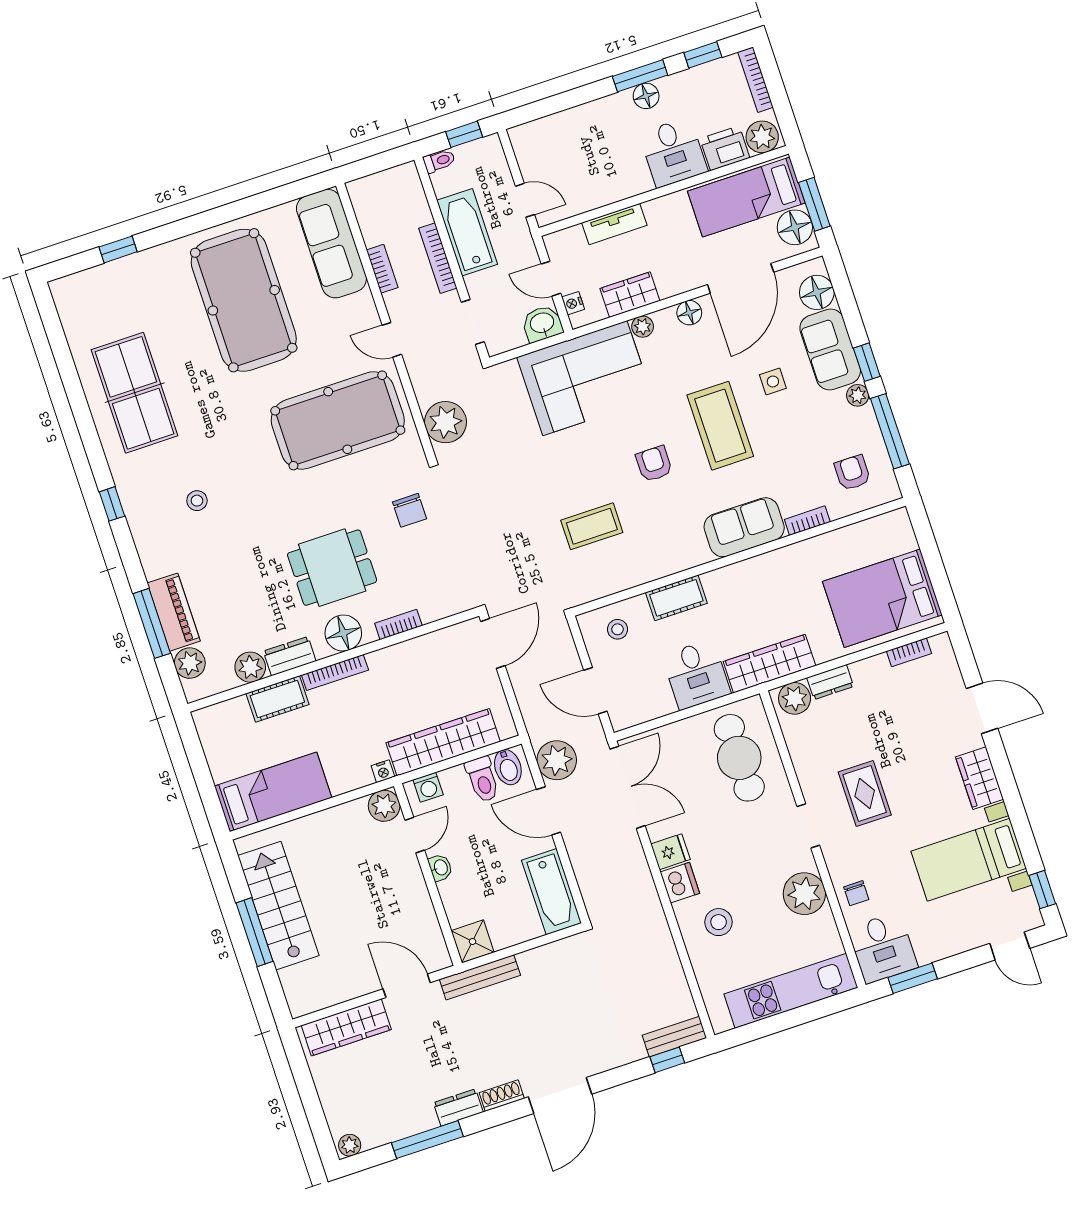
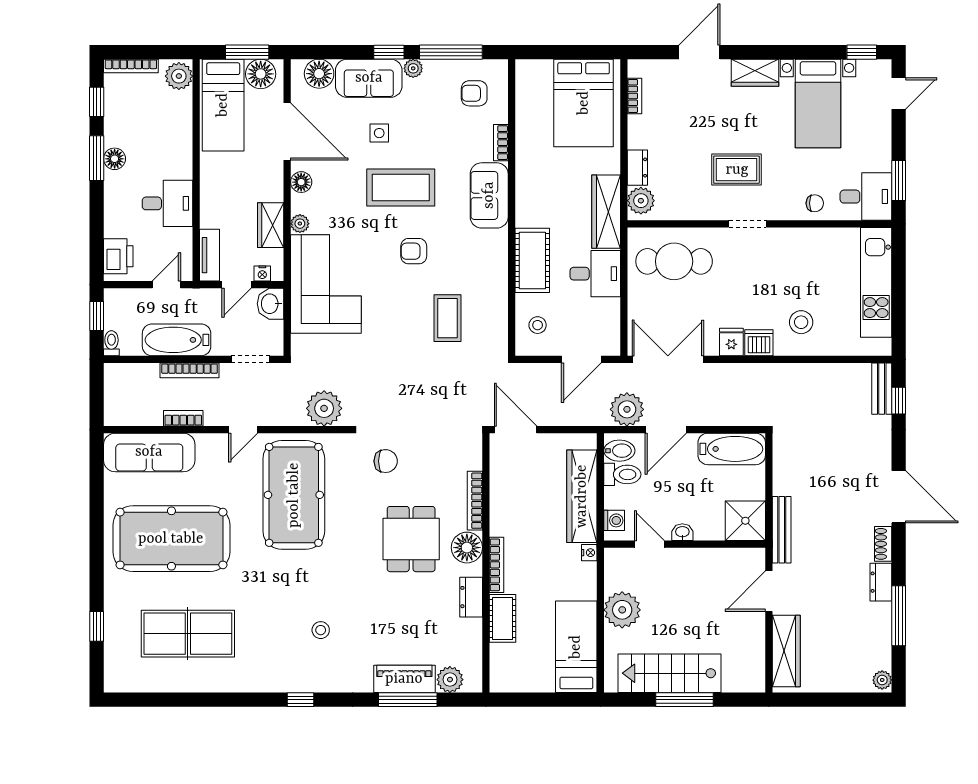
printer: (725, 148) -> (118, 256), moved, turned 180
desk: (673, 152) -> (167, 203), moved
tv unit: (614, 224) -> (209, 255), moved
table tennis table: (135, 393) -> (188, 634), moved
cot: (676, 598) -> (532, 260), width x1.37, depth x1.34
bookcase: (398, 625) -> (475, 501), width x1.56
plant: (250, 667) -> (469, 632), removed
plant: (384, 806) -> (622, 610), moved, width x1.36, depth x1.36
plant: (804, 894) -> (801, 245), removed
shower: (473, 941) -> (745, 521), width x1.36, depth x1.36

